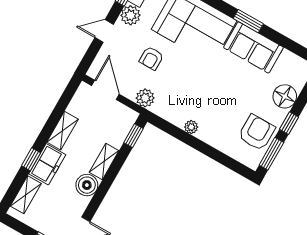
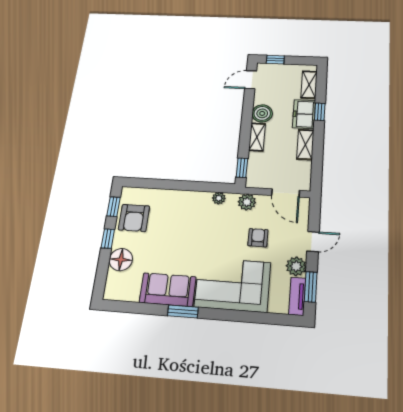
plant: (191, 127) -> (219, 198), moved
window: (271, 154) -> (114, 207), width x0.67

